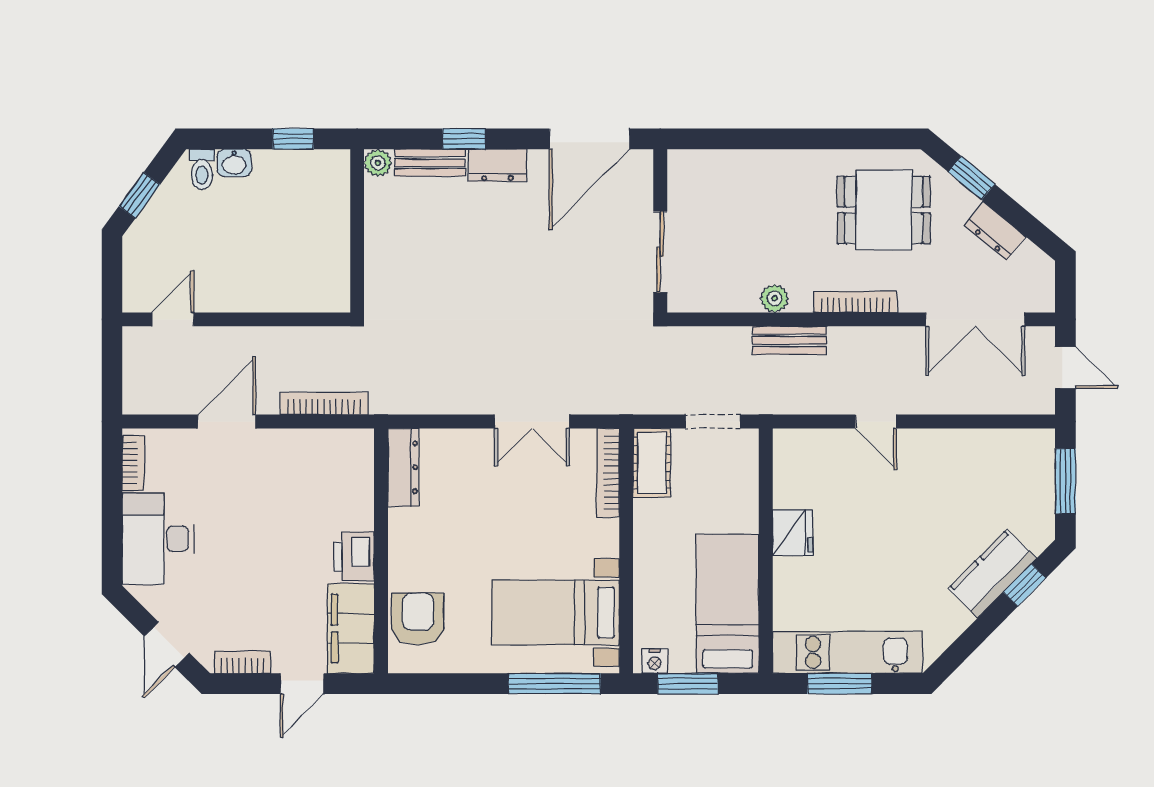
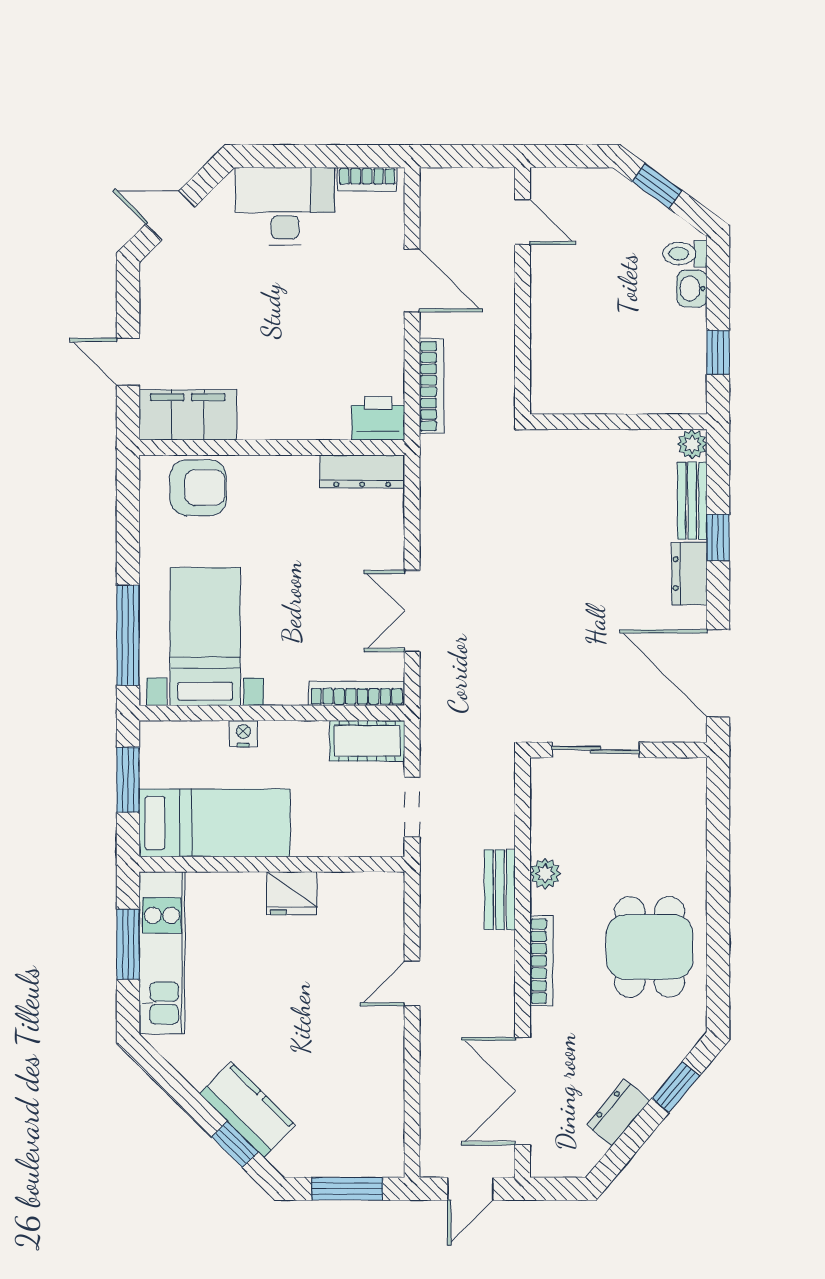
dining table: (884, 210) -> (650, 947), moved
printer: (354, 556) -> (378, 418), moved
nightstand: (655, 661) -> (243, 734), moved, turned 90
bookcase: (242, 662) -> (151, 297), removed

